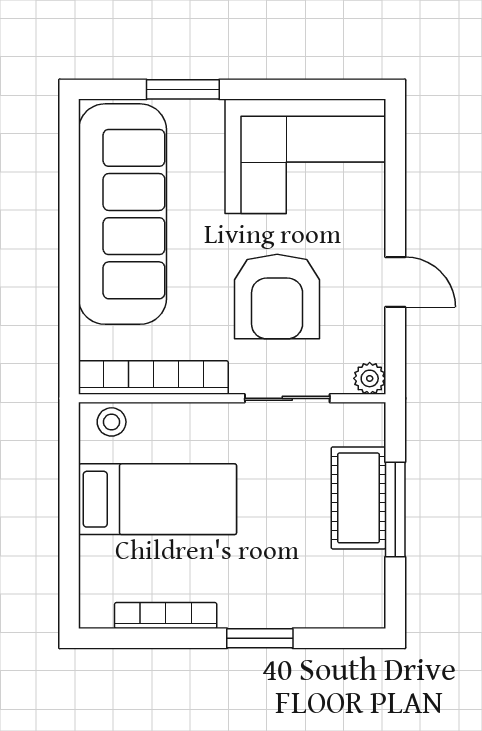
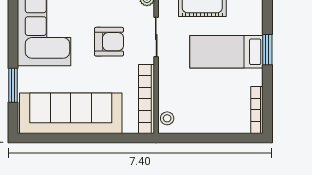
armchair: (277, 297) -> (109, 42), width x0.73, depth x0.73
bed: (158, 499) -> (226, 52), moved, turned -90
bookcase: (166, 616) -> (257, 110), moved

